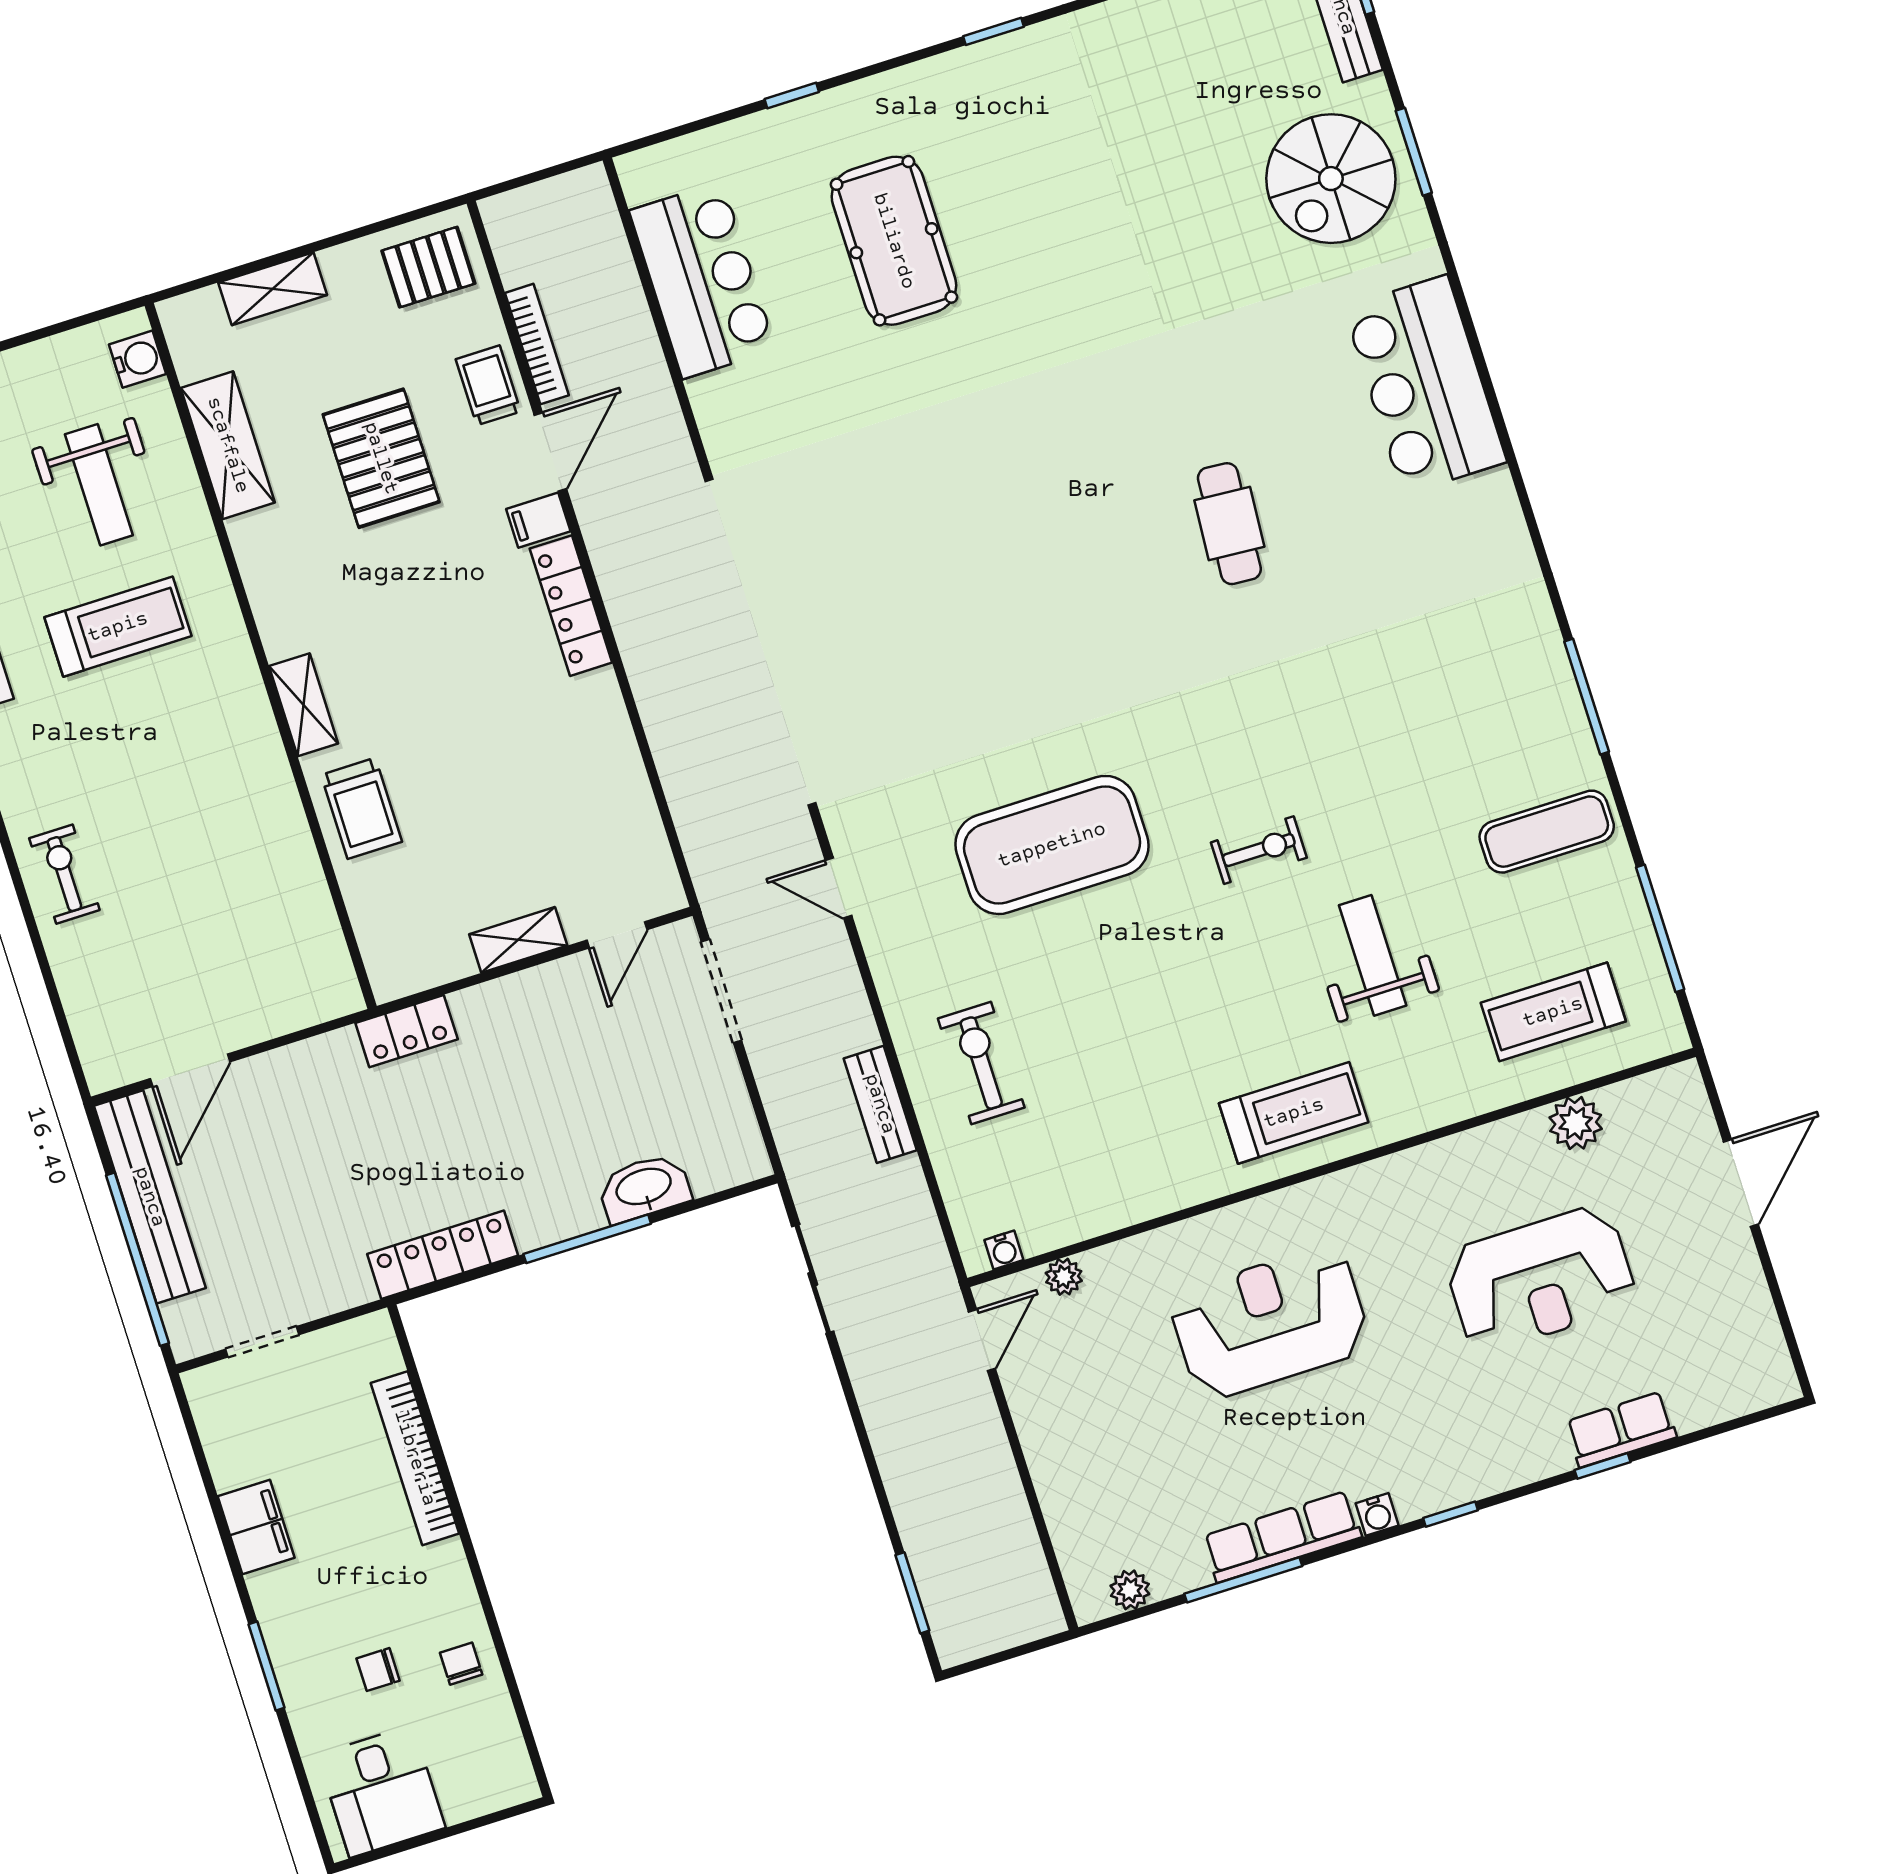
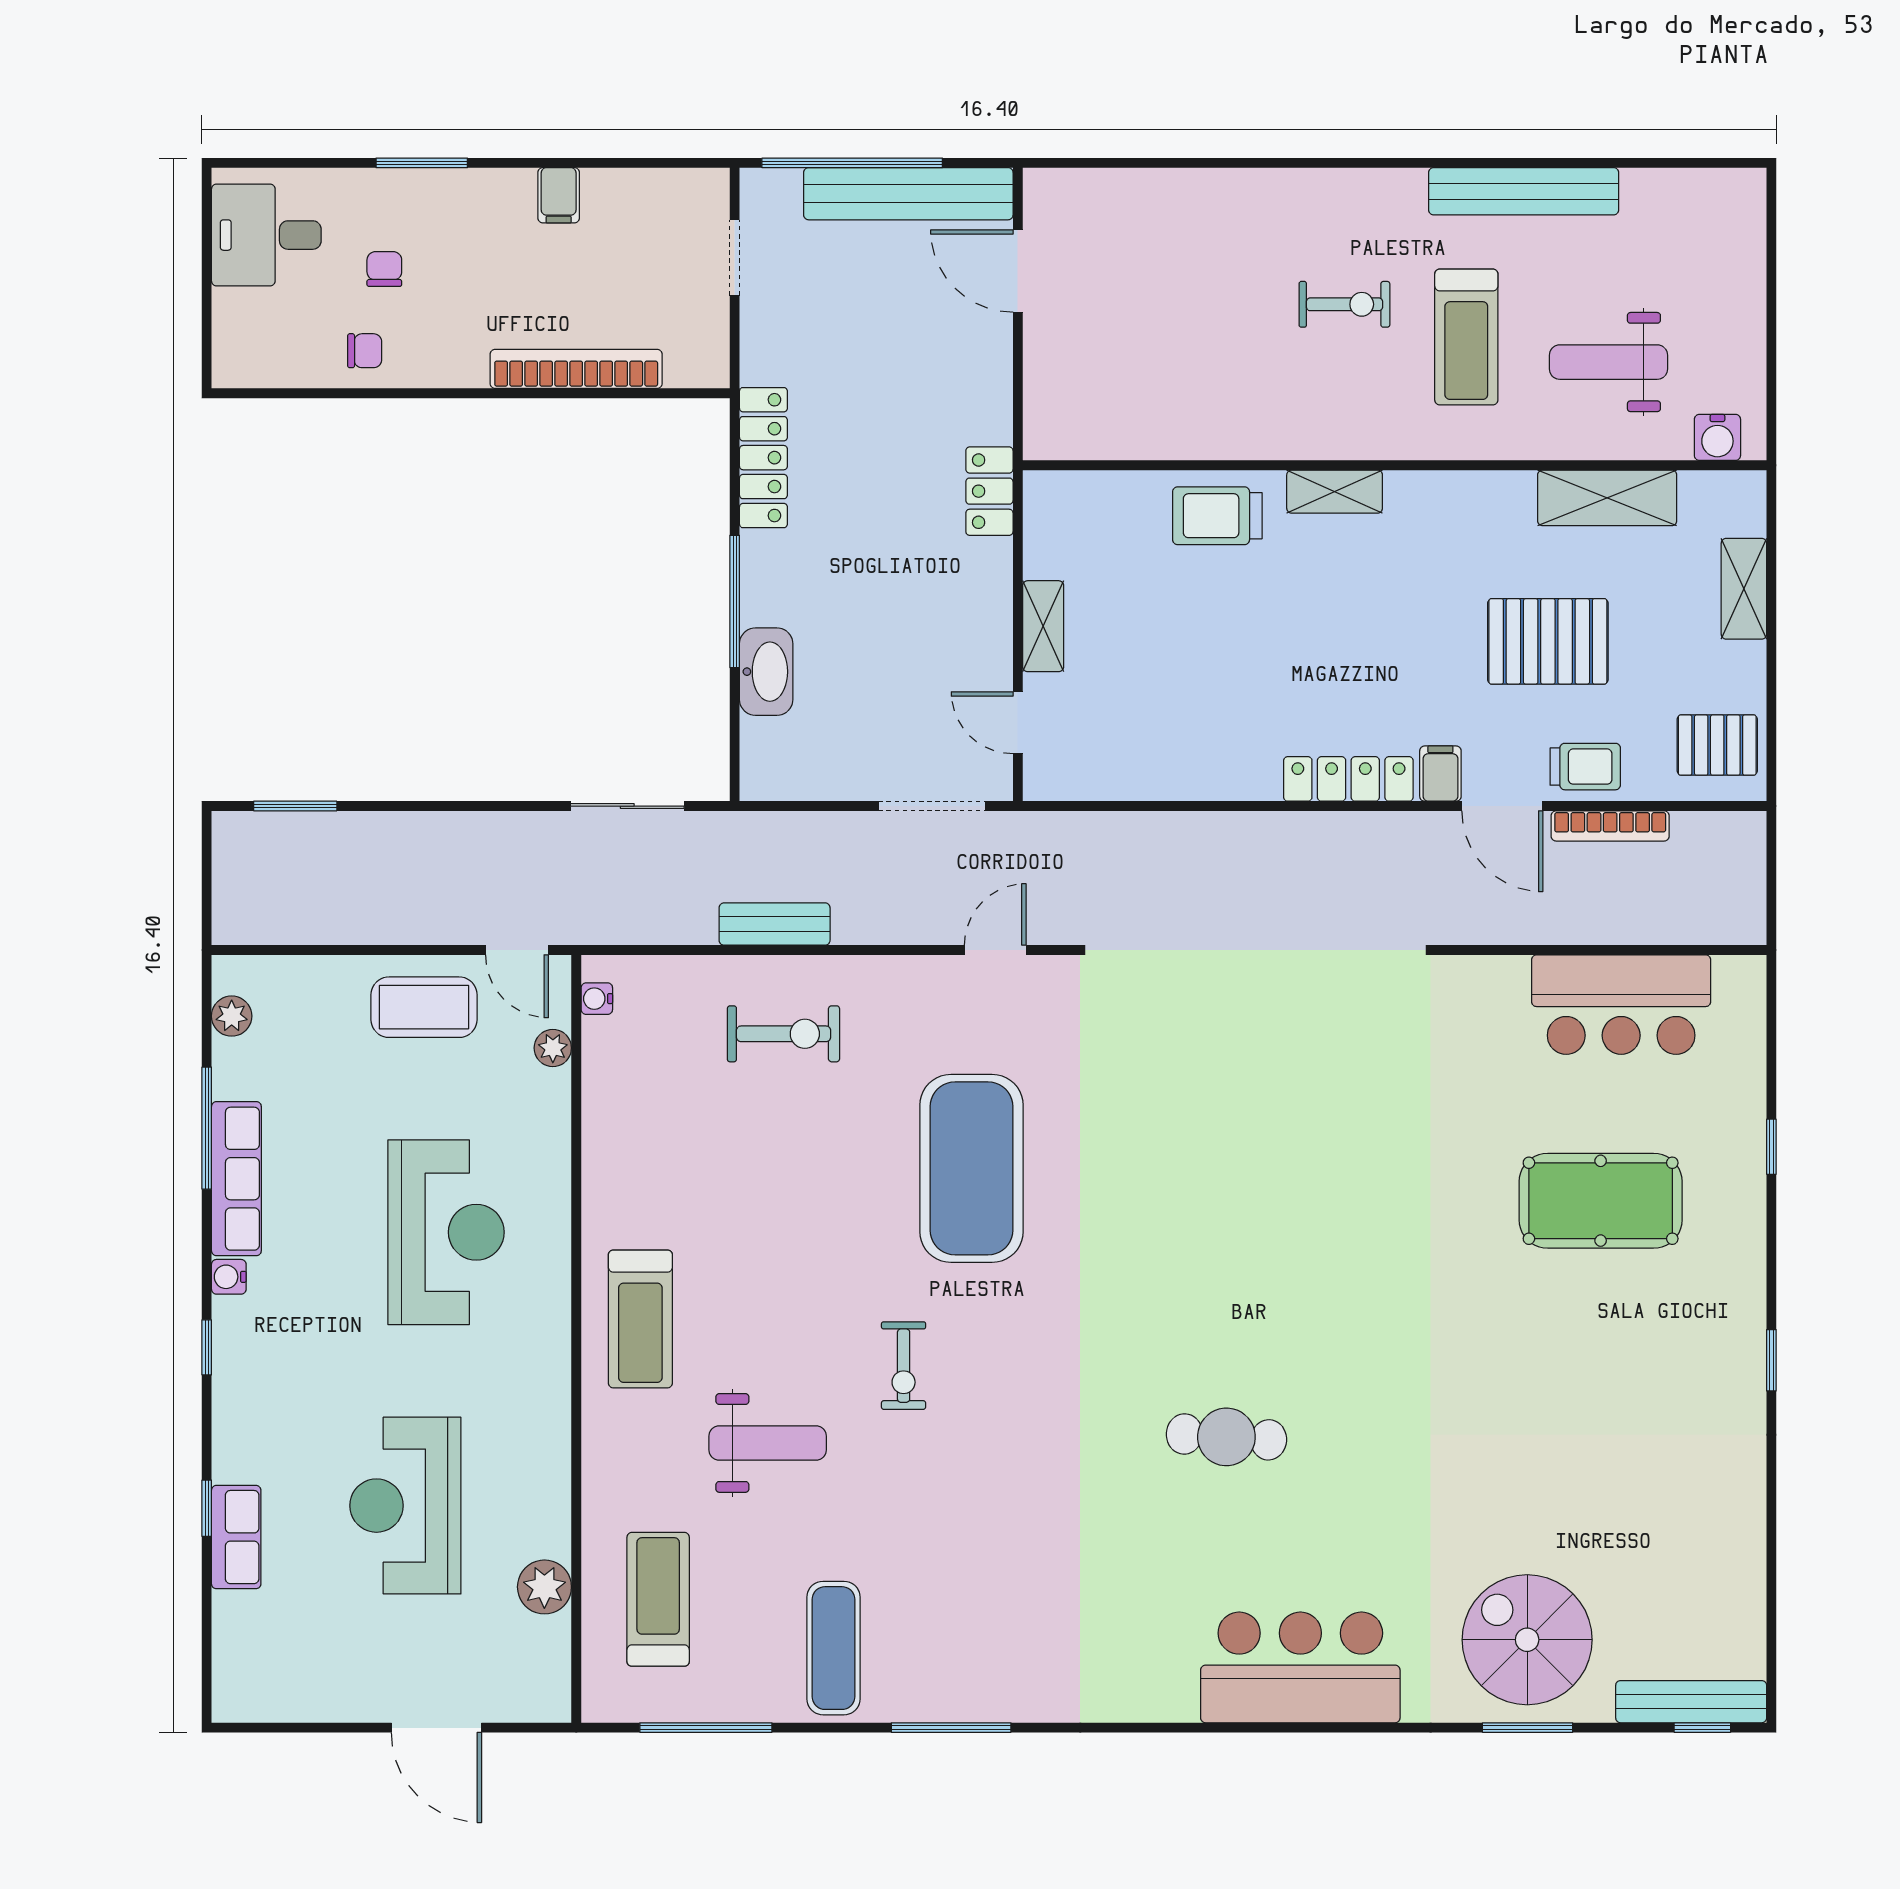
pallet: (428, 267) -> (1717, 745), turned 90
exercise bike: (64, 874) -> (1344, 304), moved
coffee table: (1064, 1411) -> (424, 1007), added
filing cabinet: (256, 1527) -> (559, 195), width x0.50

